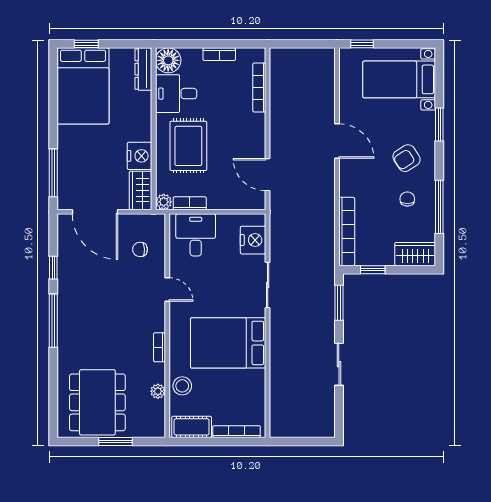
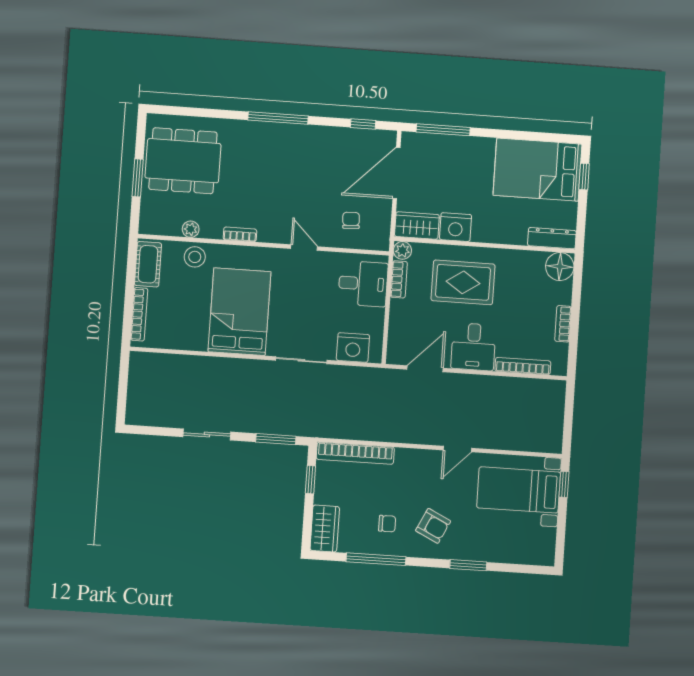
bed with nightstands: (399, 79) -> (519, 490), moved, turned -90
desk: (176, 94) -> (473, 347), moved, turned 180
door: (337, 141) -> (457, 449), width x0.73
armchair: (407, 158) -> (433, 526), turned 149
window: (53, 268) -> (363, 124), moved
door: (167, 290) -> (304, 248), swing flipped

